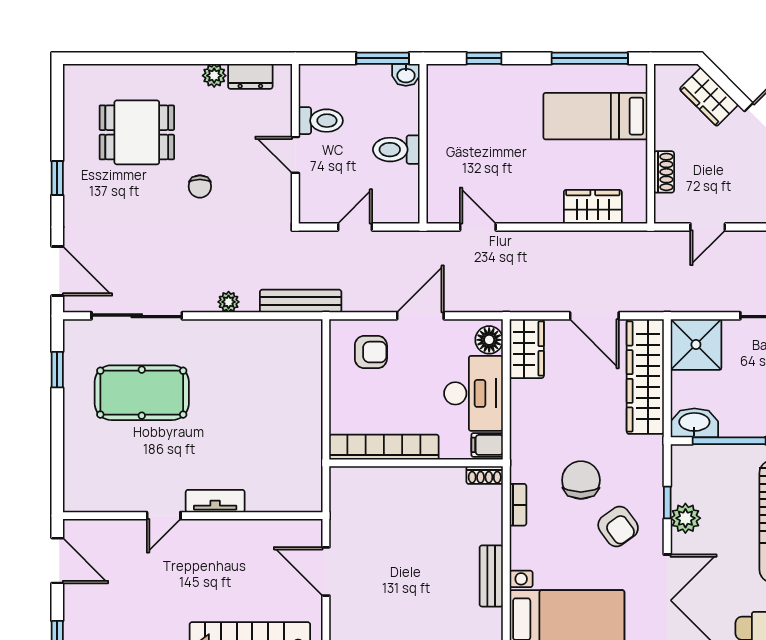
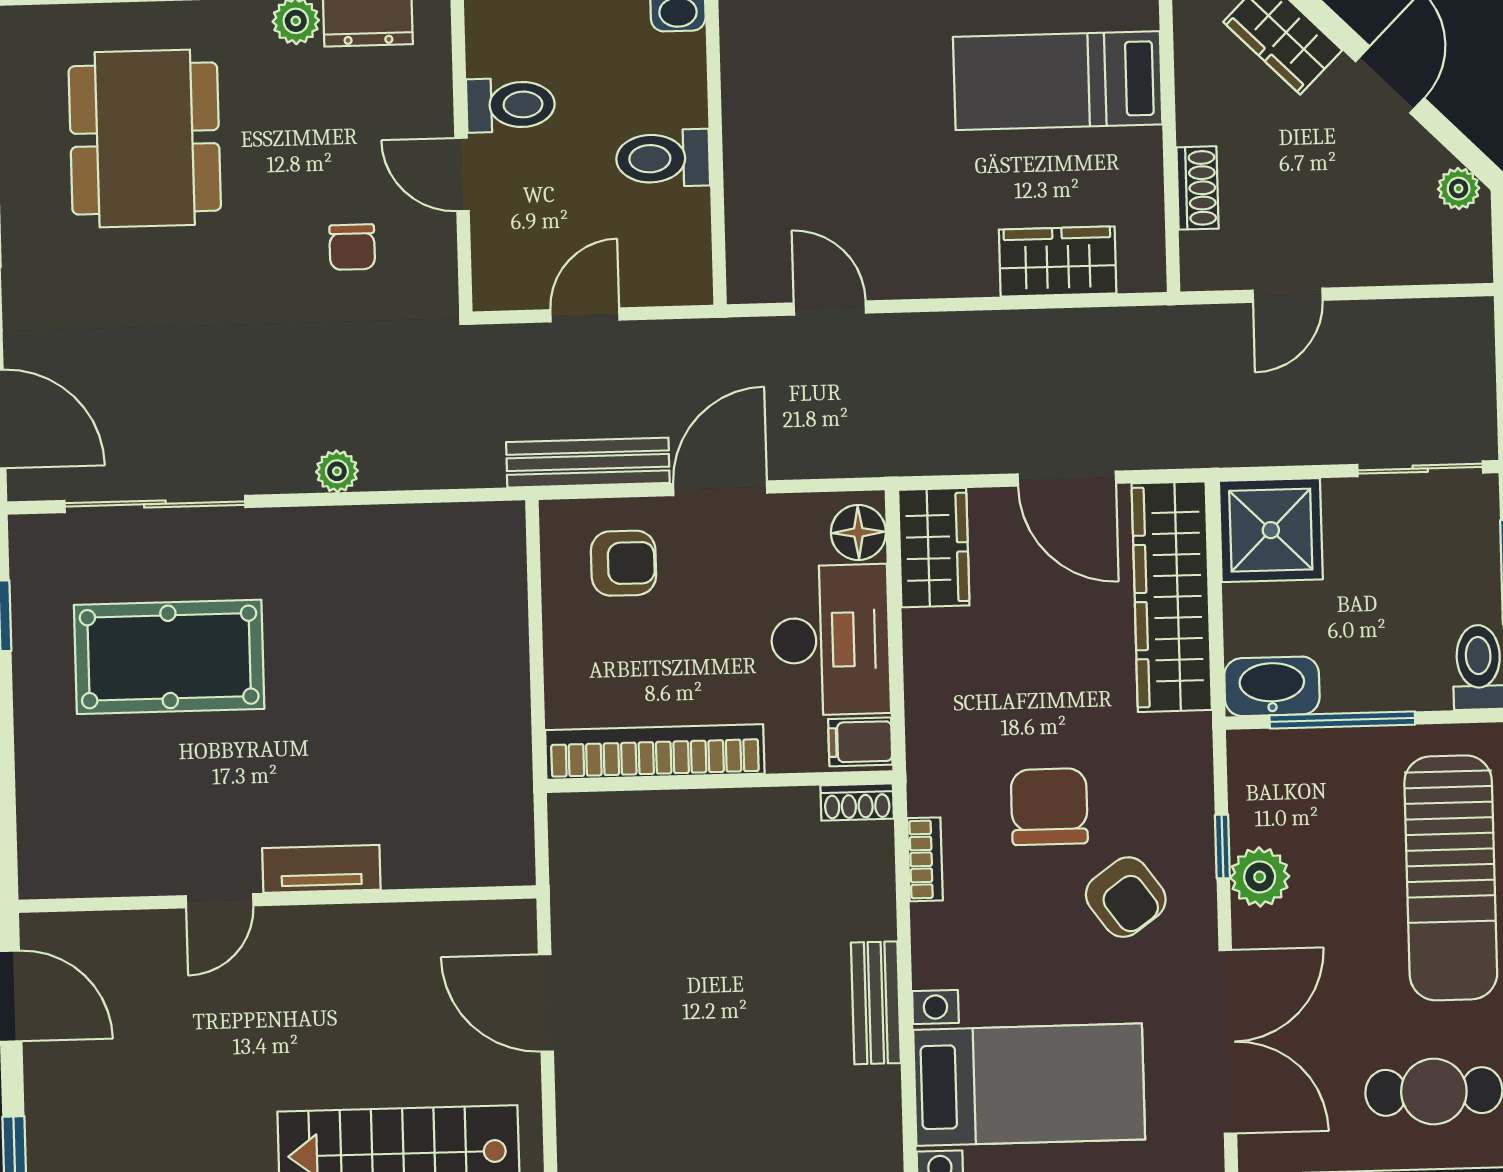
dining table: (137, 132) -> (145, 138), width x1.37
chair: (200, 186) -> (352, 247), moved
bench: (301, 301) -> (588, 463), moved

